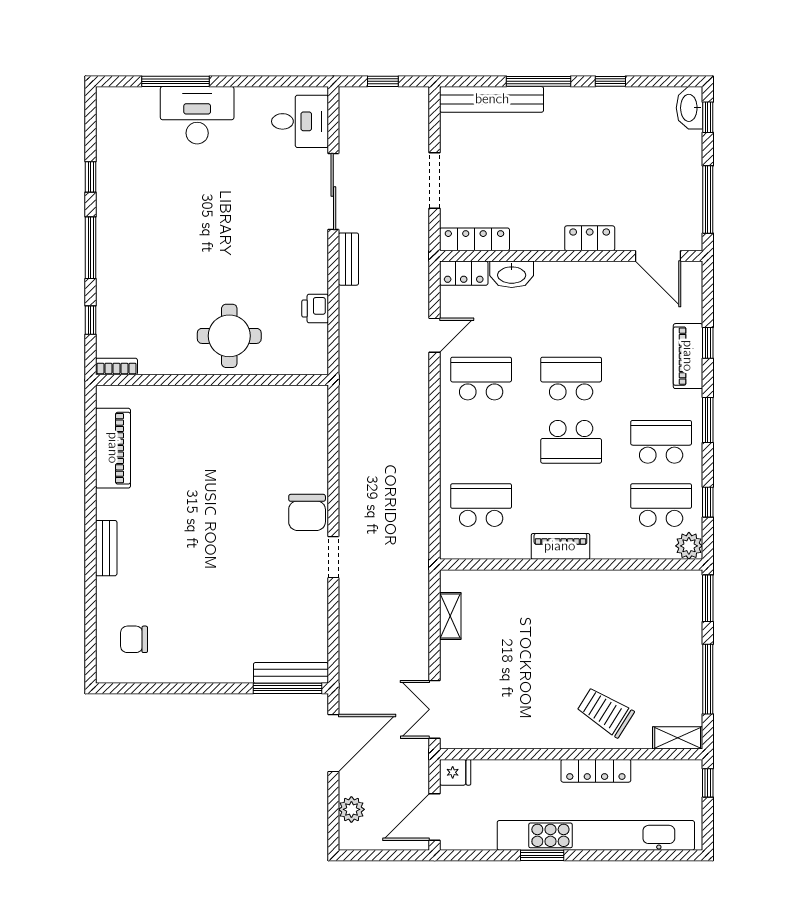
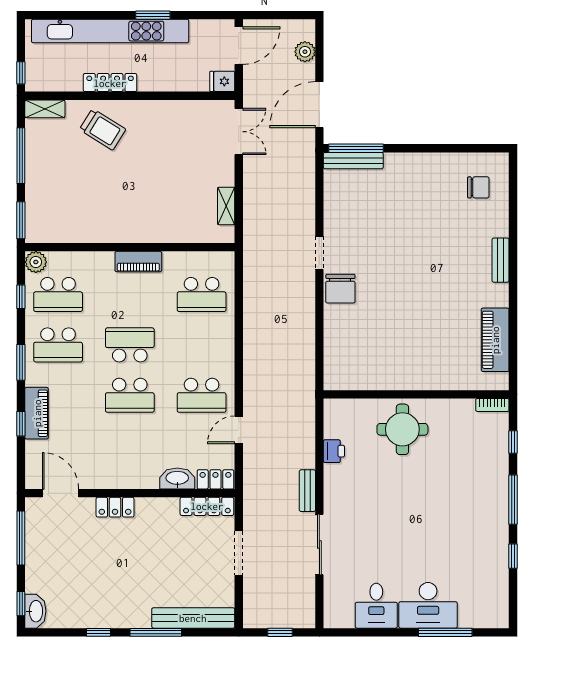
desk: (300, 121) -> (376, 606), moved, turned -90
chair: (307, 512) -> (340, 289), turned 180

